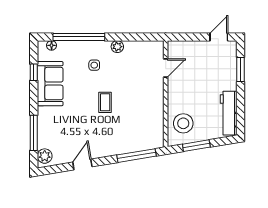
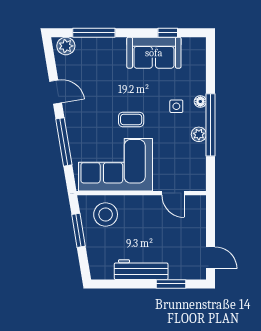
window: (79, 37) -> (211, 125), moved
floor lamp: (52, 45) -> (200, 101), moved
workbench: (229, 113) -> (141, 270), moved
corner sofa: (142, 115) -> (115, 165), added
window: (136, 156) -> (64, 142), moved

